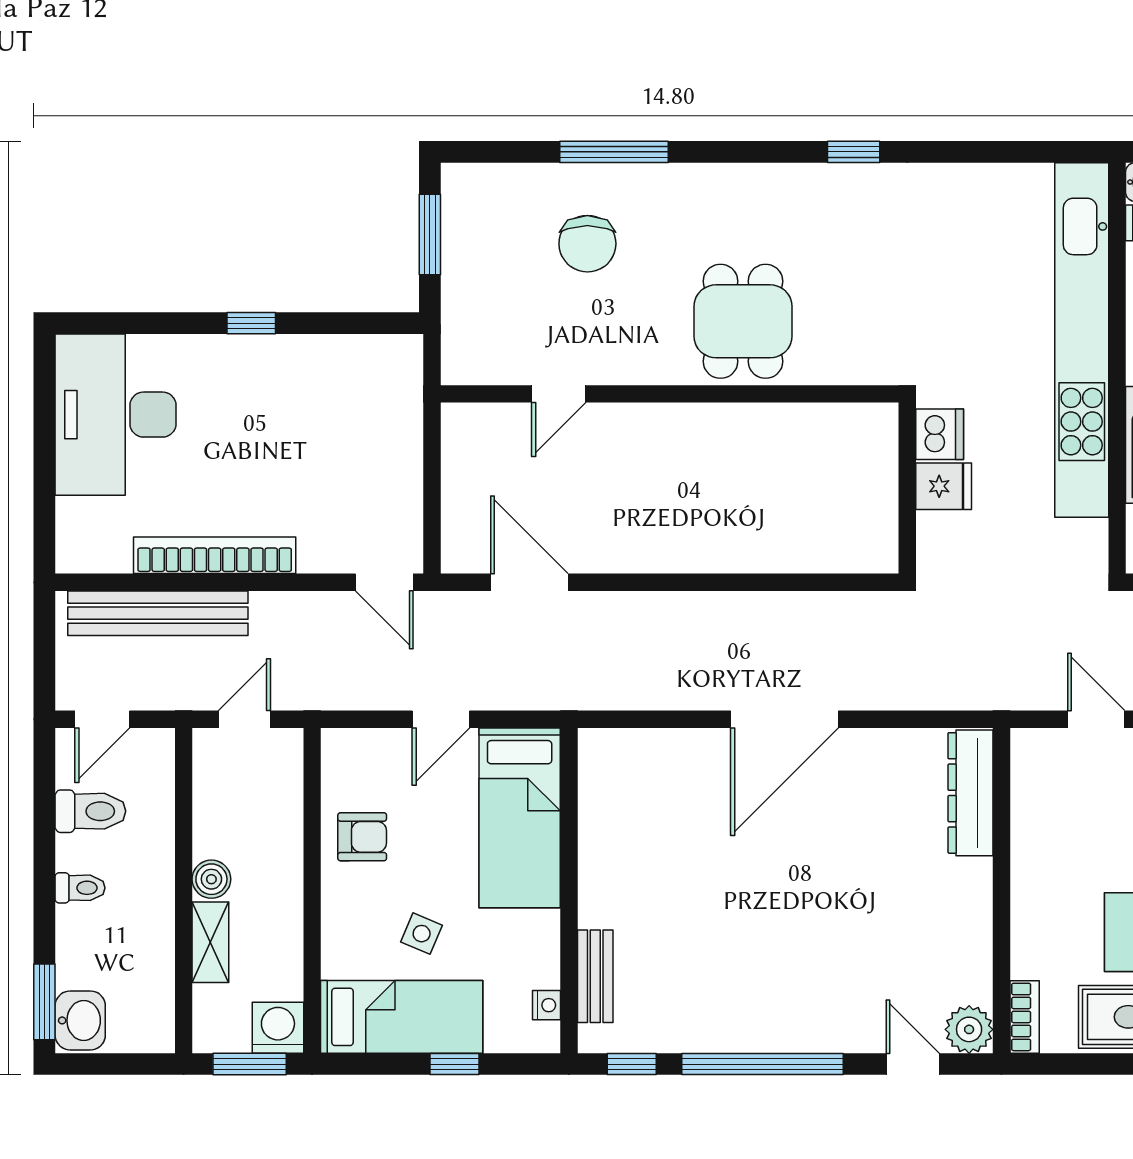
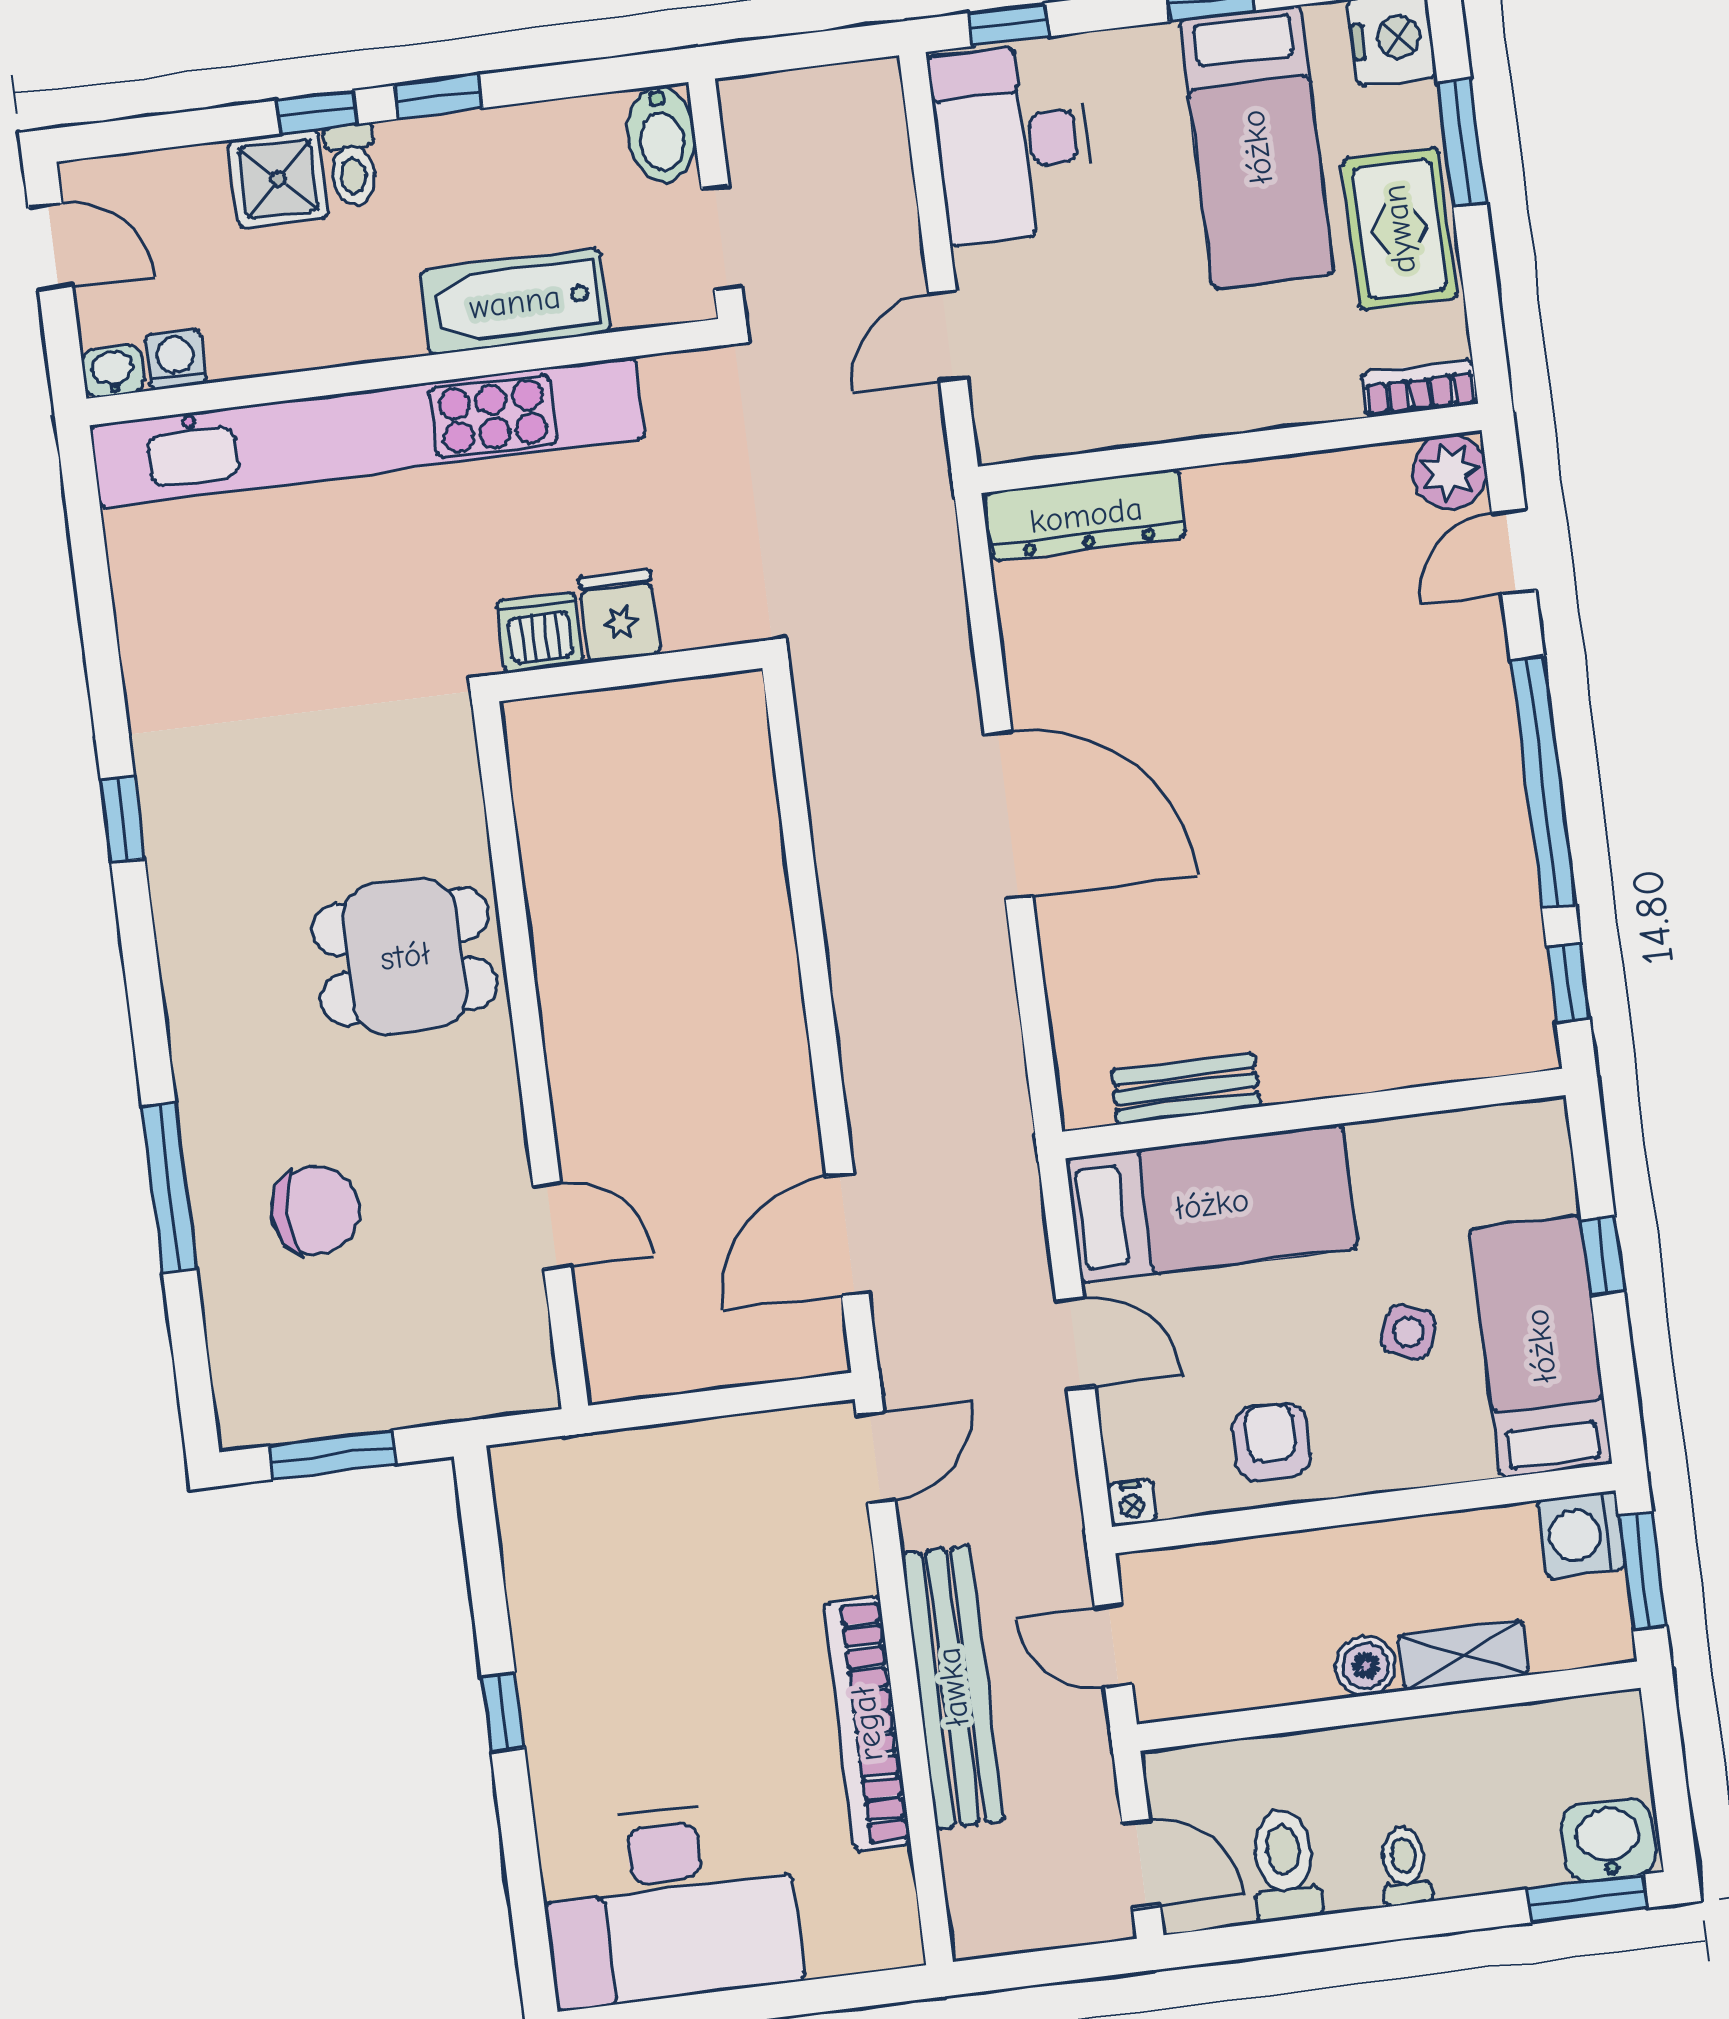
bench: (158, 613) -> (953, 1687), moved
bench: (595, 976) -> (1186, 1089), moved
nightstand: (546, 1005) -> (1132, 1503), moved, turned 180

